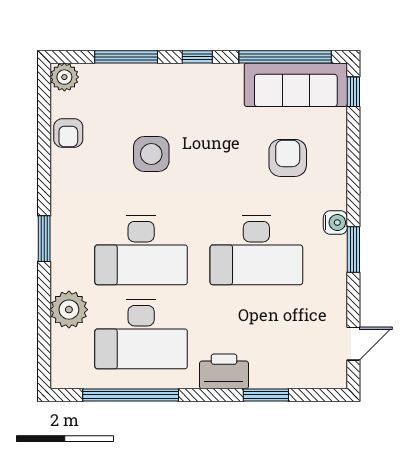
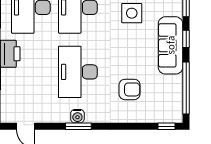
sofa: (296, 85) -> (170, 45), moved
water cooler: (335, 223) -> (77, 116), moved

